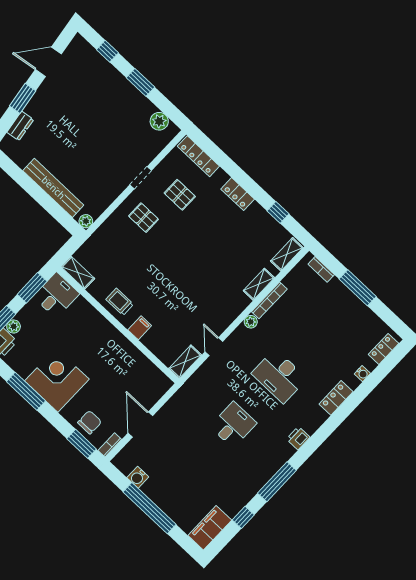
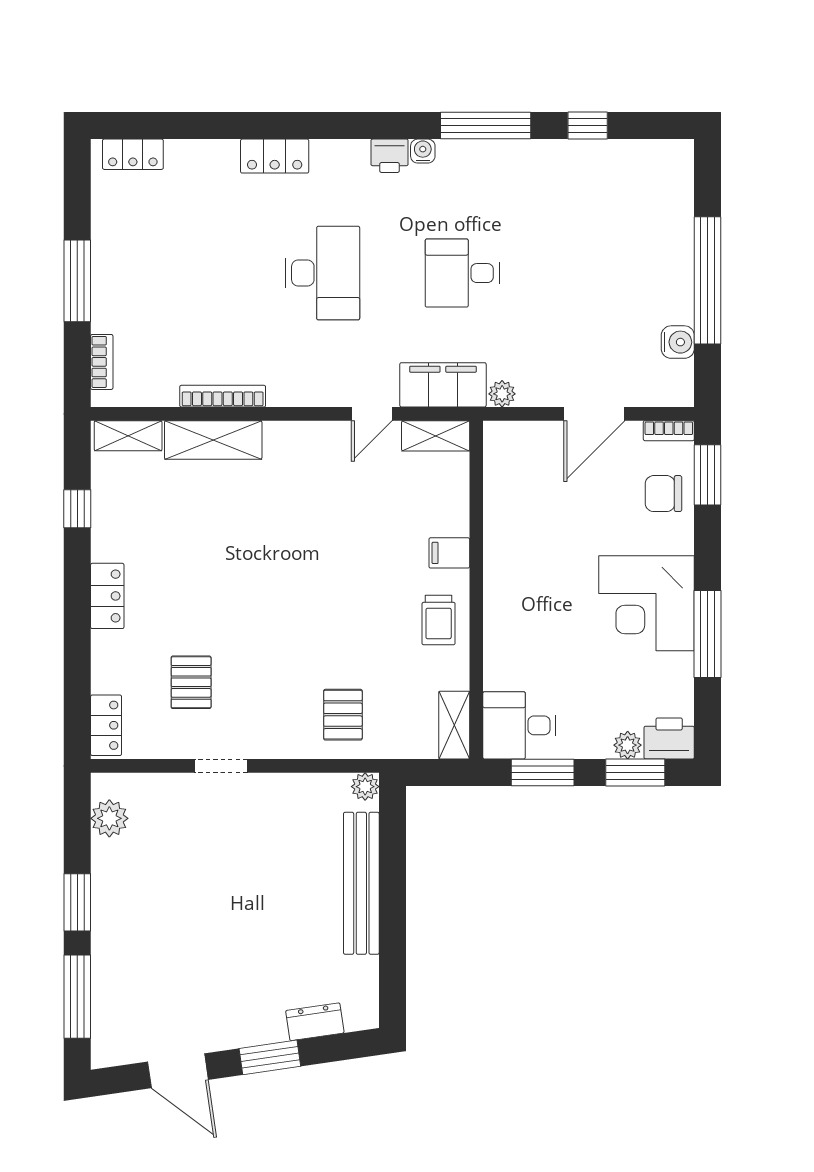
window: (107, 51) -> (77, 997), width x2.17
locker: (198, 156) -> (106, 725), width x0.66
pallet: (144, 218) -> (343, 715), moved
shelving: (259, 284) -> (213, 440), width x1.50, depth x1.33
plant: (251, 322) -> (502, 394), moved
water cooler: (362, 374) -> (423, 151), moved
filing cabinet: (210, 528) -> (443, 385), moved, turned 180

